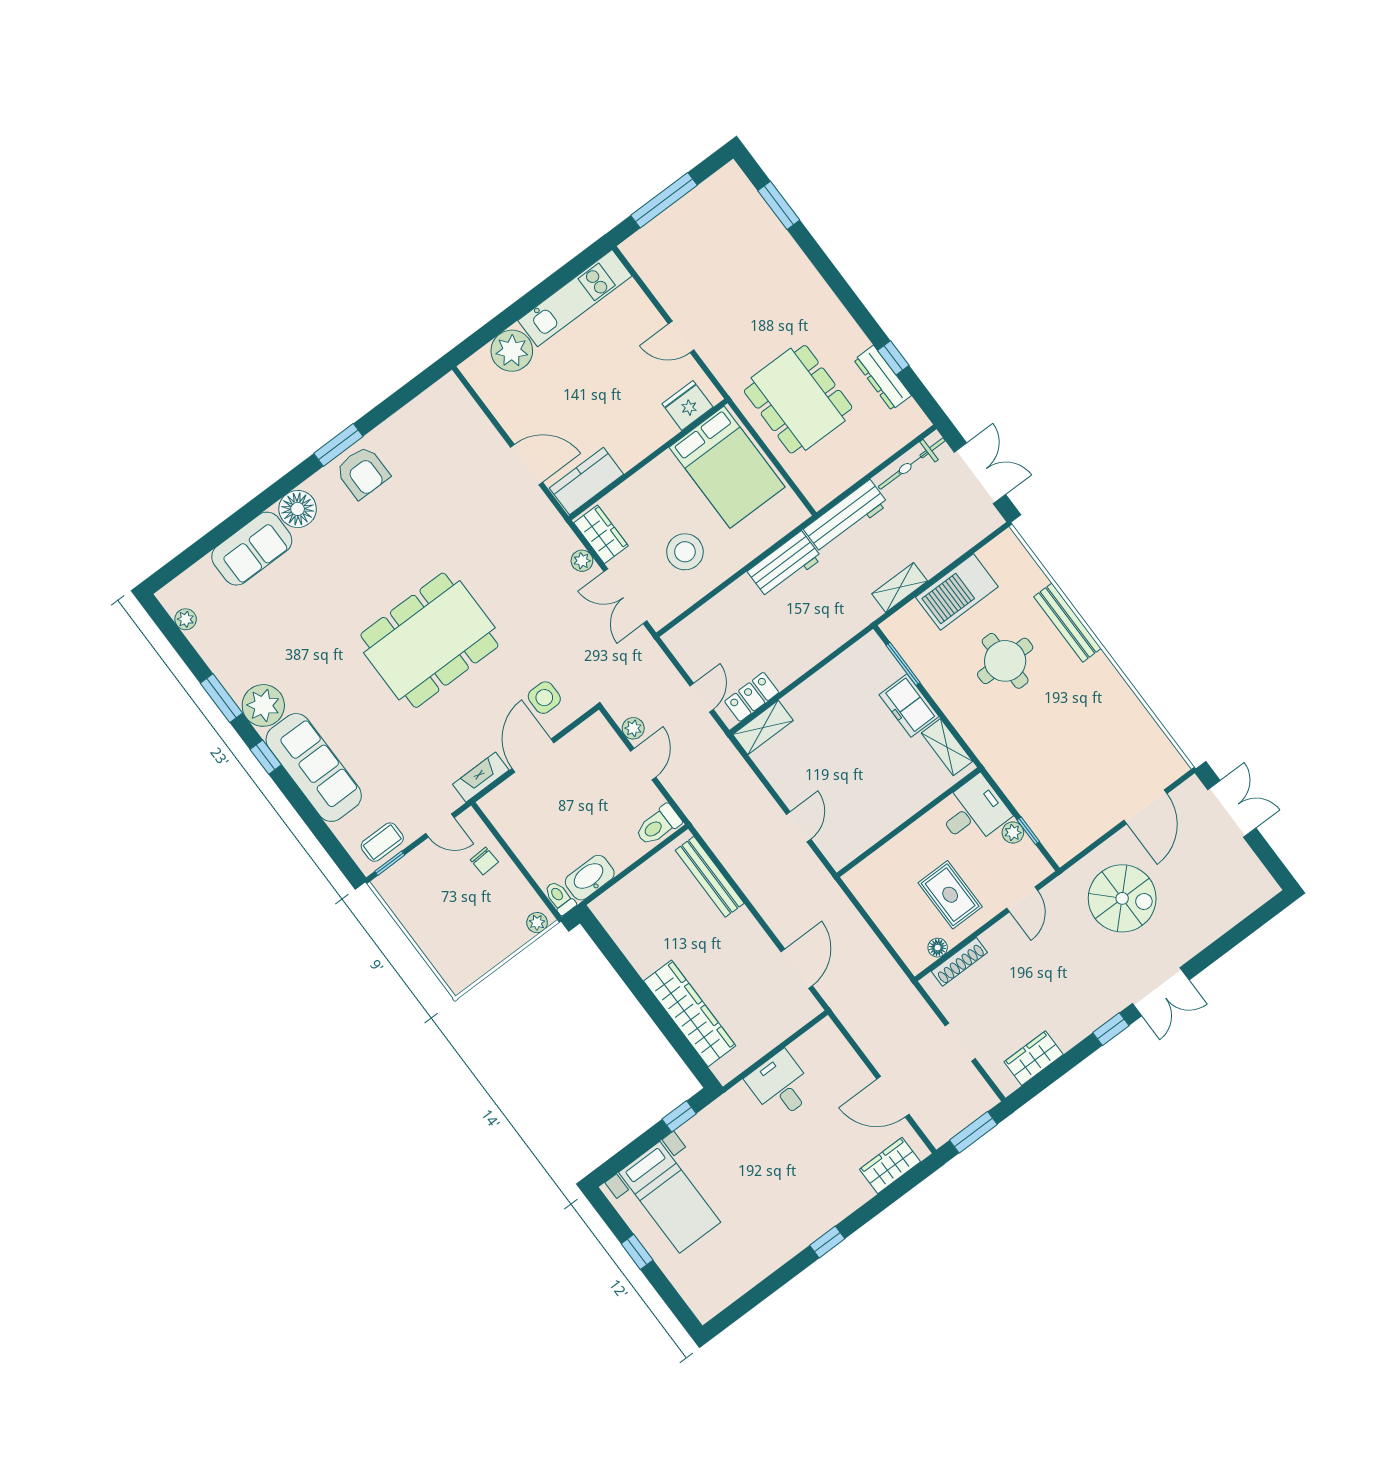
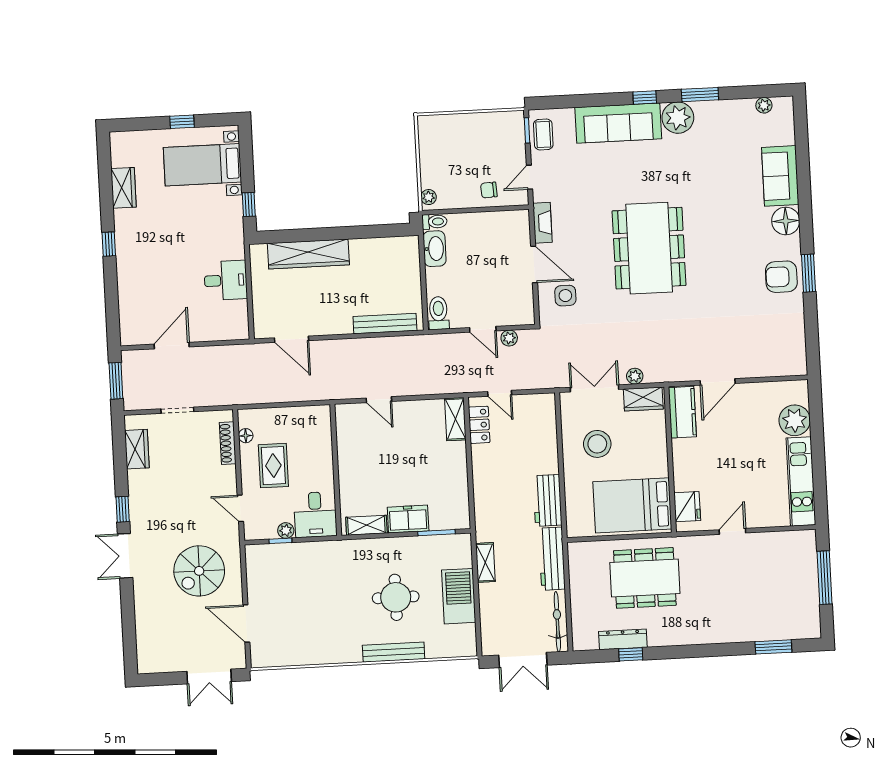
rug: (950, 895) -> (273, 466), turned 90
wardrobe: (890, 1165) -> (123, 188), moved

